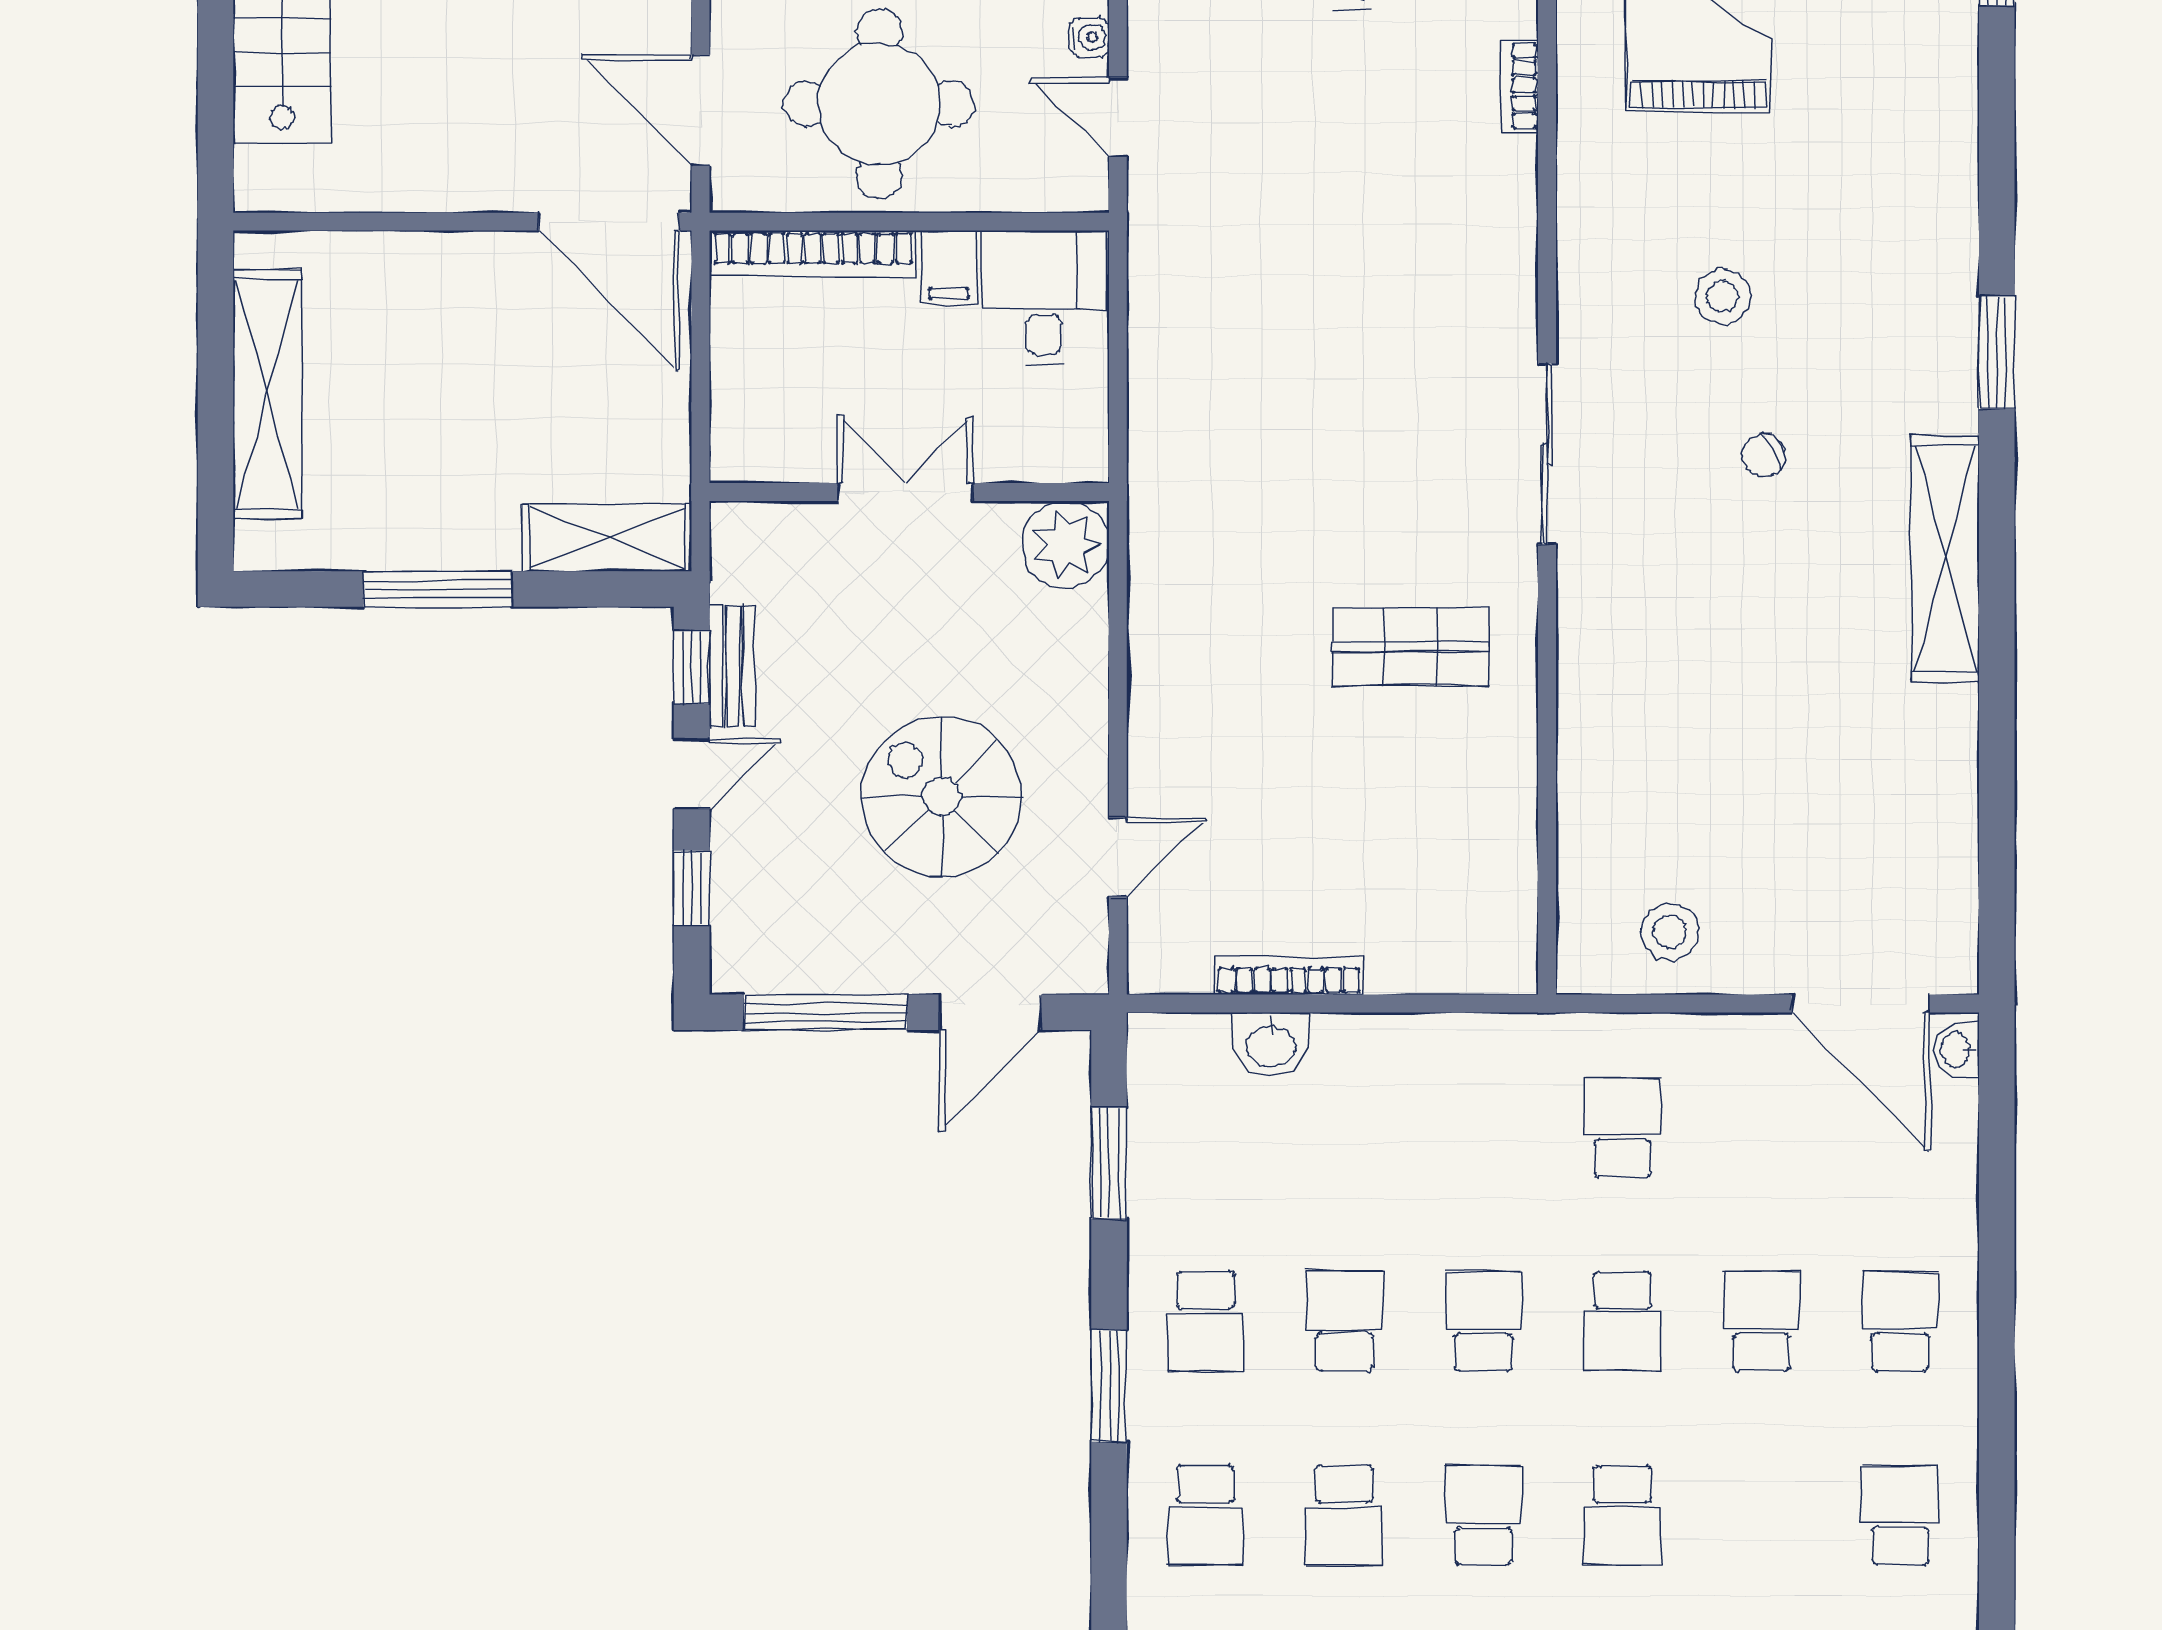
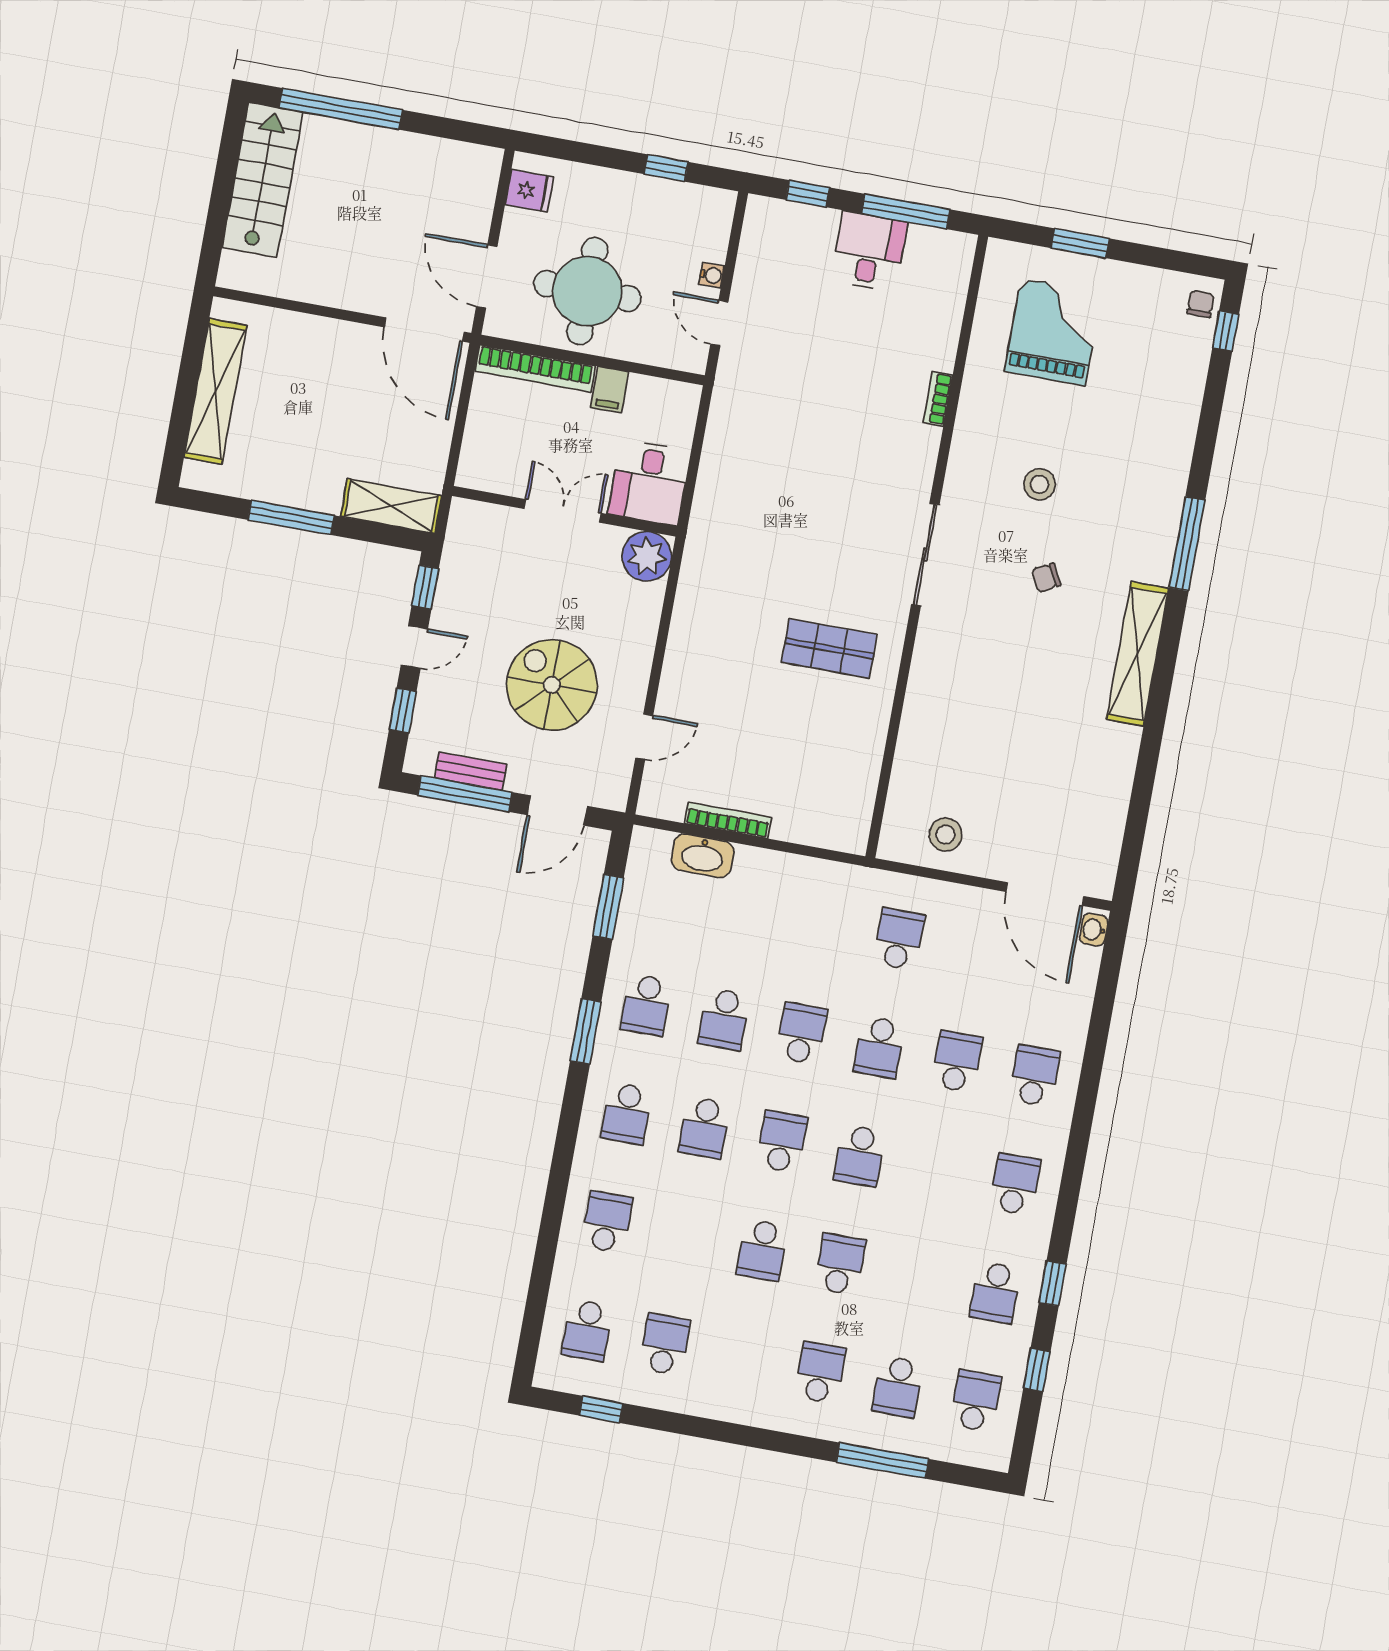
bookcase: (1520, 86) -> (938, 399), moved
desk: (1044, 298) -> (649, 482), moved, turned 180
window: (1997, 353) -> (1187, 544), width x1.44
bench: (732, 666) -> (471, 771), moved, turned 90
washbasin: (1271, 1045) -> (702, 856), width x1.38
school desk: (1344, 1321) -> (724, 1019), turned 180

